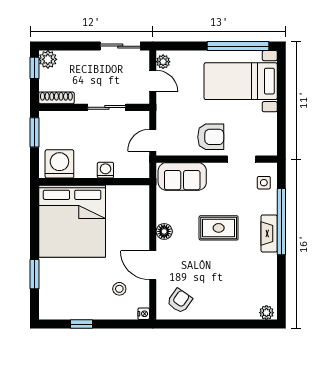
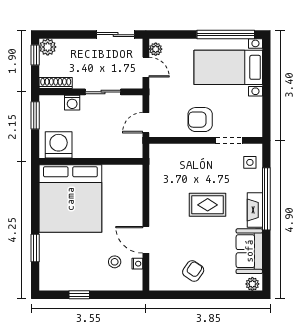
armchair: (211, 137) -> (200, 120), turned 180
washing machine: (105, 170) -> (72, 103), moved, turned 180
sofa: (182, 176) -> (249, 251), moved, turned 90
floor lamp: (164, 231) -> (157, 208), removed
armchair: (180, 301) -> (193, 271), moved
nightstand: (144, 314) -> (137, 264), moved

